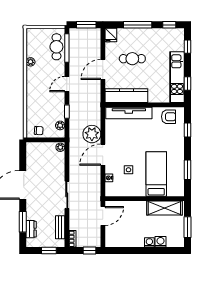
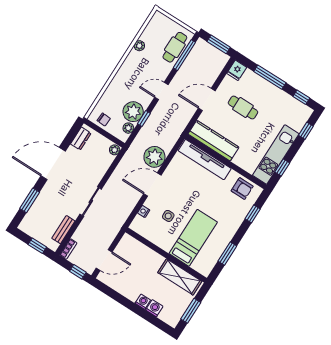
plant: (56, 112) -> (133, 112), added
door: (103, 216) -> (104, 260), moved
dresser: (31, 229) -> (81, 139), moved

